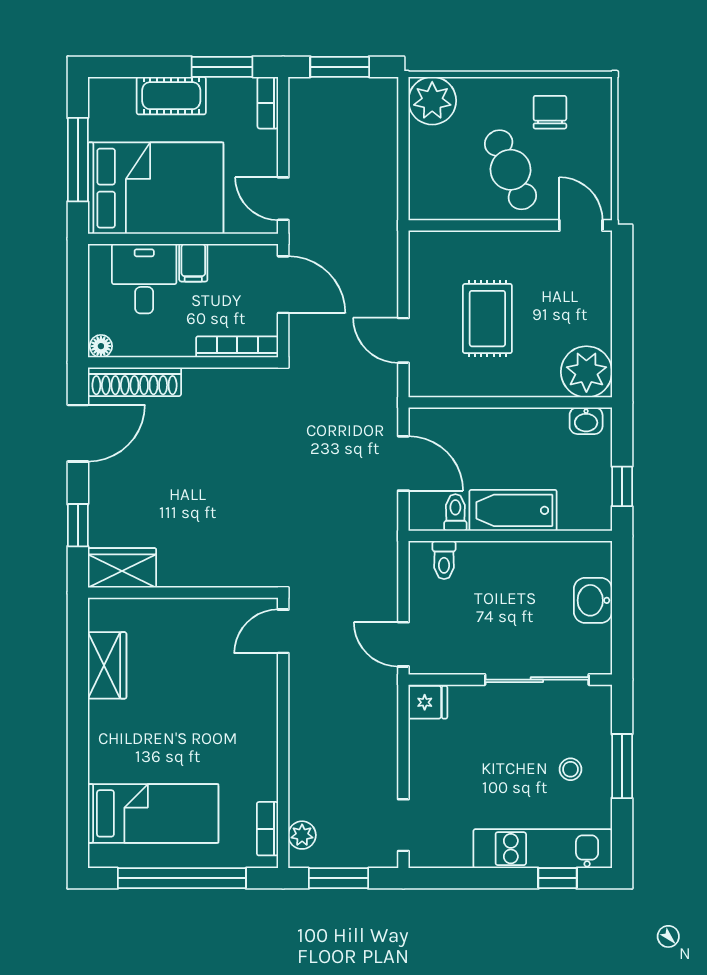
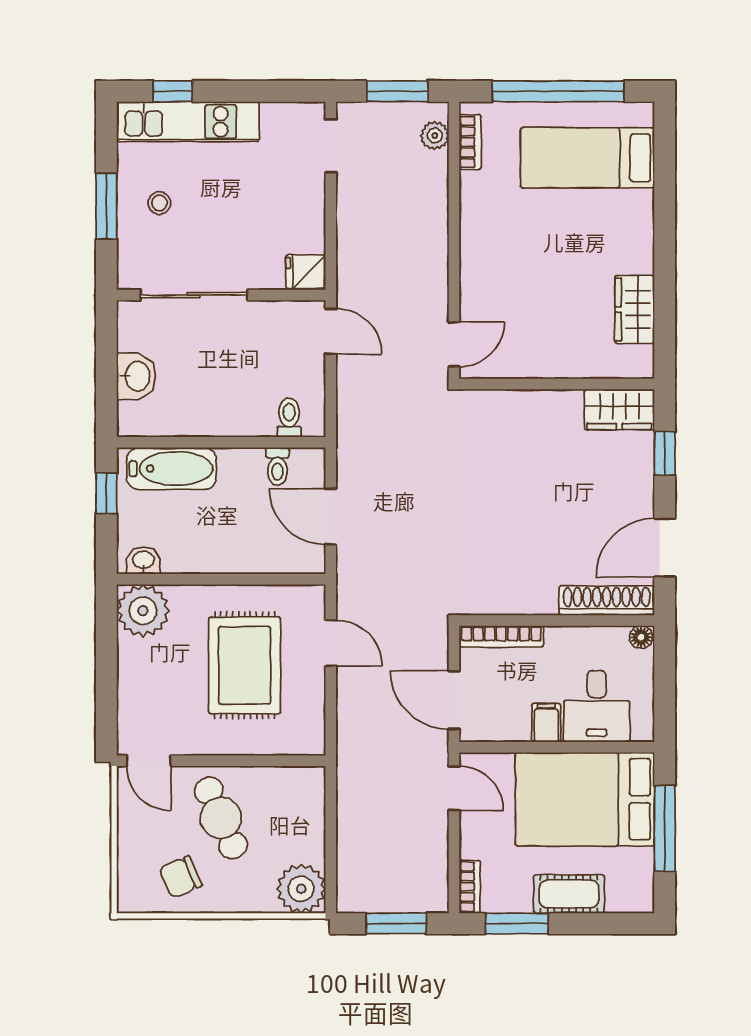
chair: (550, 112) -> (180, 877), turned 67
rug: (487, 319) -> (245, 665), width x1.36, depth x1.43
bathtub: (513, 510) -> (172, 469), moved

